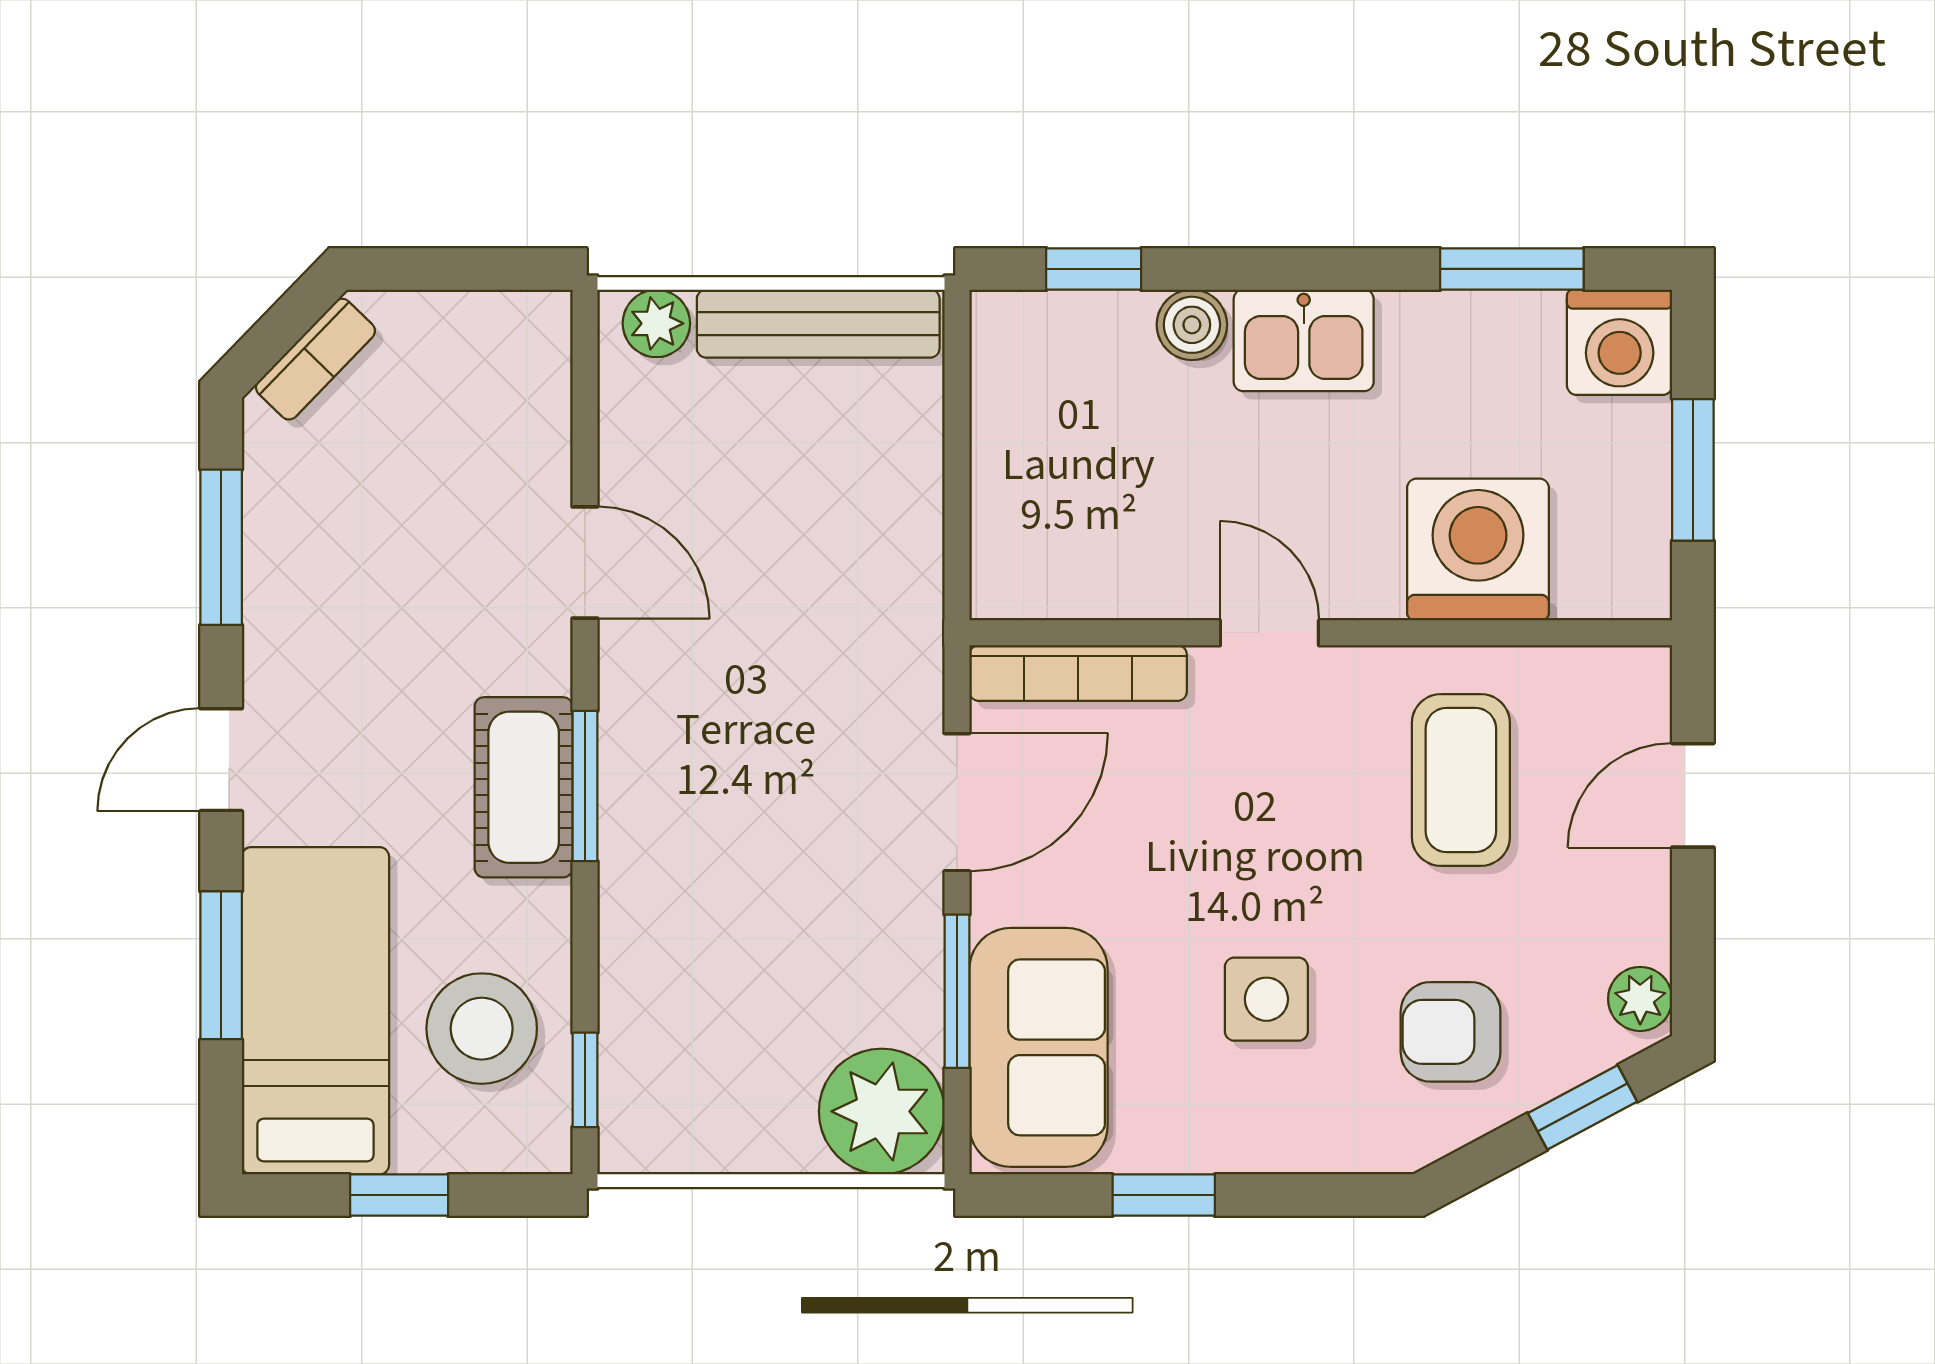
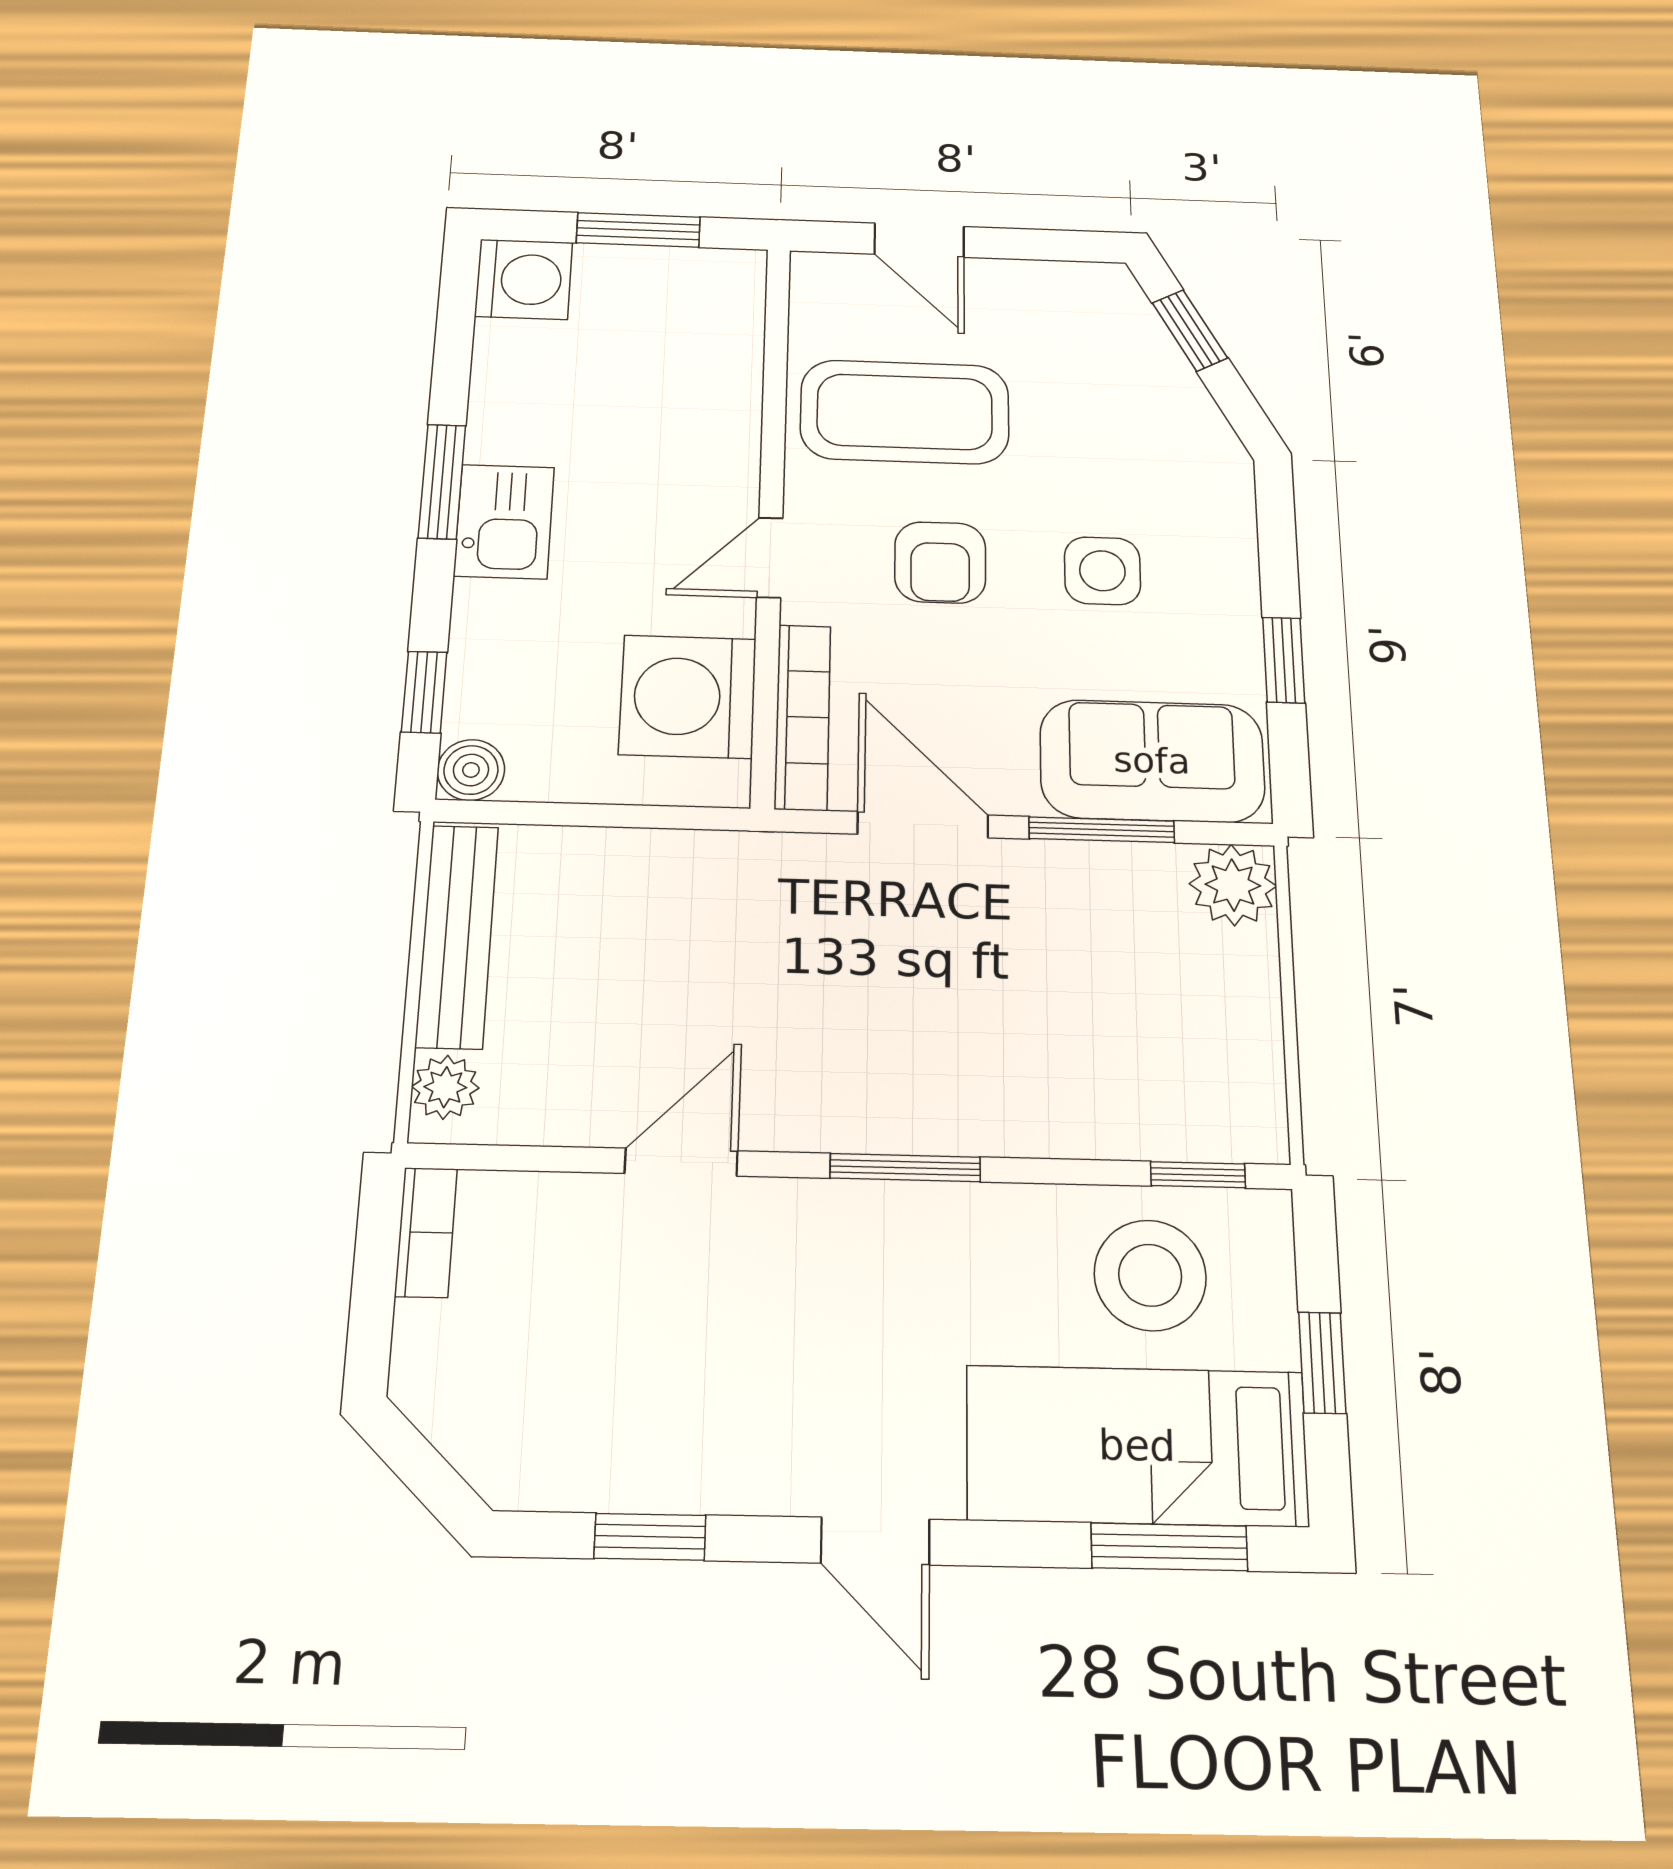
window: (1512, 269) -> (442, 481), moved
boiler: (1192, 325) -> (471, 770), moved
bookcase: (315, 359) -> (426, 1232), moved, turned 46
window: (221, 547) -> (650, 1537), width x0.67
washing machine: (1478, 549) -> (688, 697), moved
coffee table: (1461, 780) -> (905, 412), width x1.36, depth x1.32
cot: (524, 787) -> (906, 1228), removed
window: (221, 965) -> (1169, 1547), moved
plant: (1640, 999) -> (1095, 285), removed
armchair: (1451, 1032) -> (940, 562), moved
plant: (882, 1111) -> (1233, 885), width x0.73, depth x0.73

